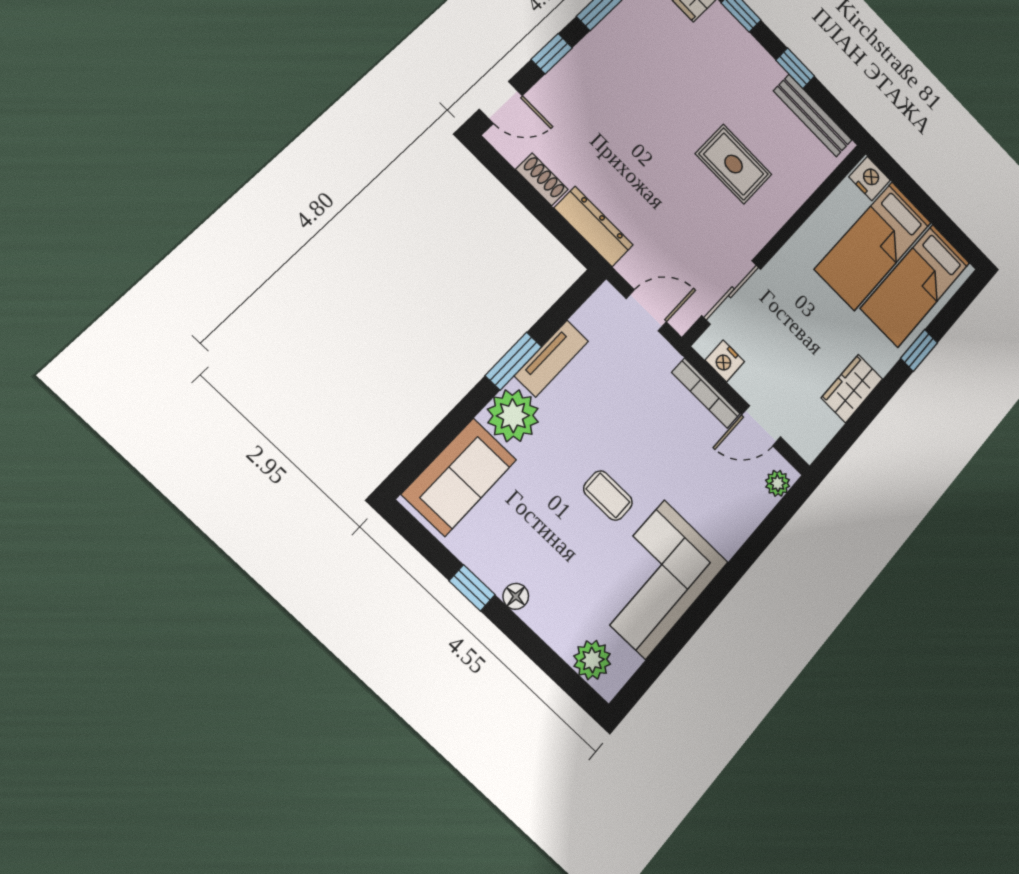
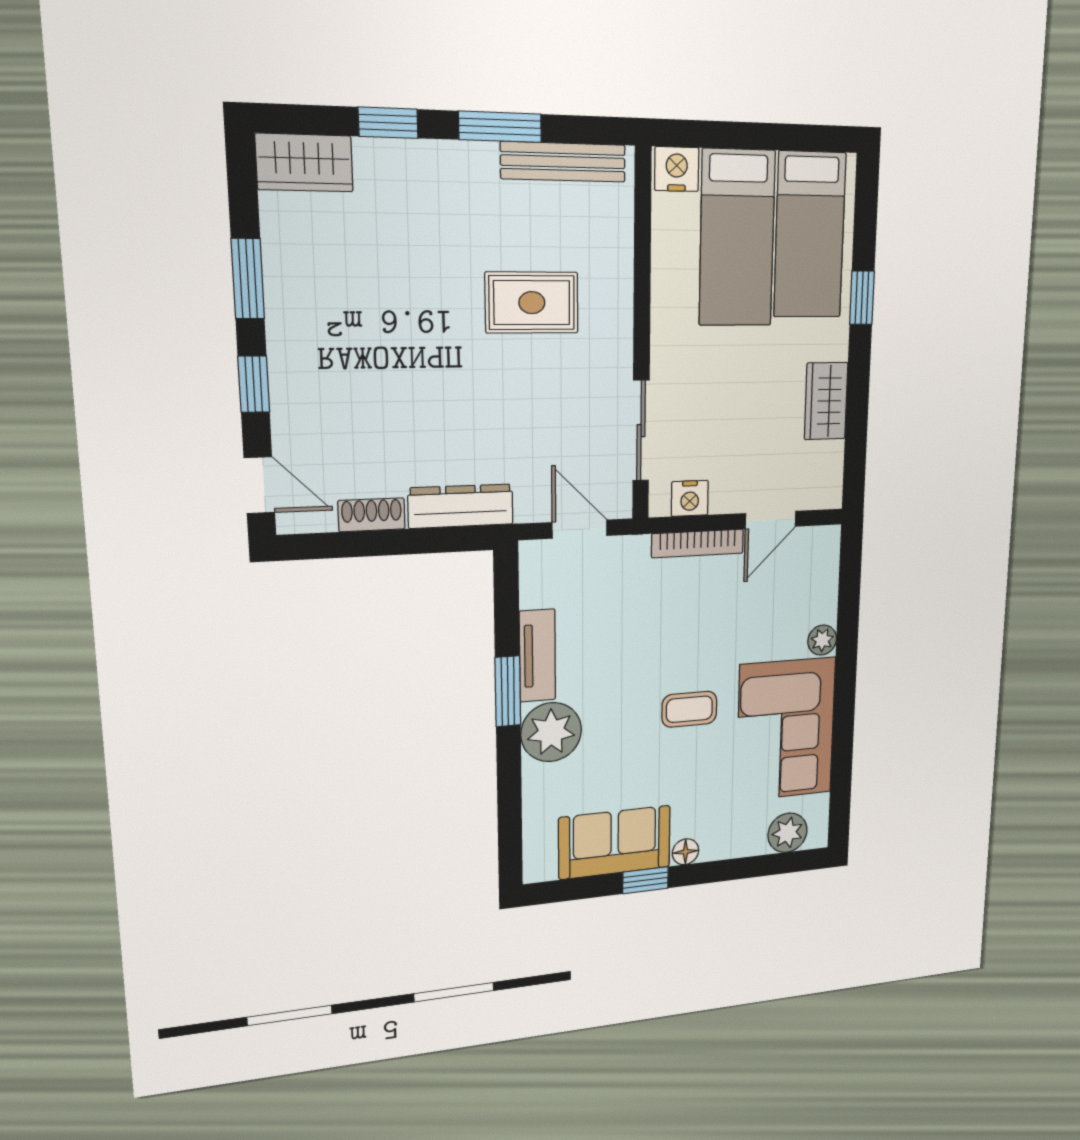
window: (795, 68) -> (500, 127), width x1.50
door: (501, 102) -> (259, 485), hinge flipped
door: (646, 310) -> (580, 529), hinge flipped
sofa: (459, 477) -> (615, 842), moved, turned -90
plant: (778, 483) -> (822, 640), moved

